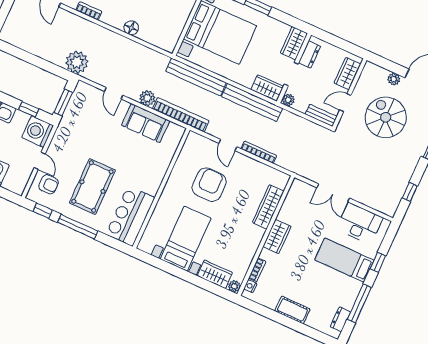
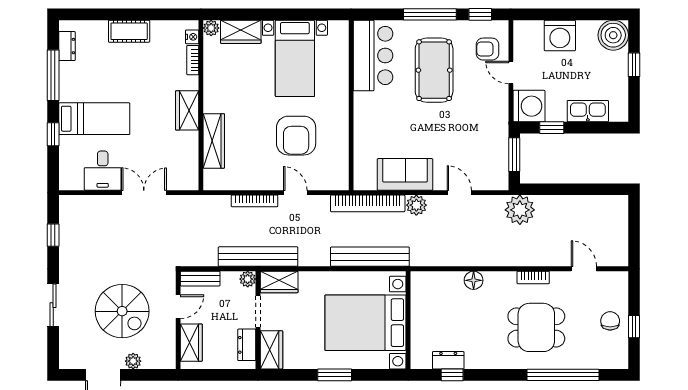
bench: (252, 102) -> (258, 257), moved
desk: (360, 223) -> (103, 171), width x0.73

